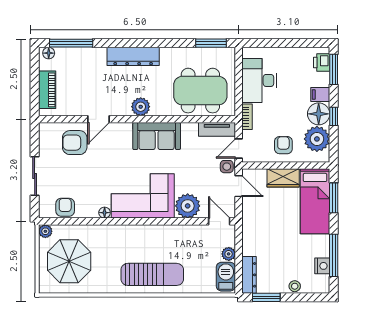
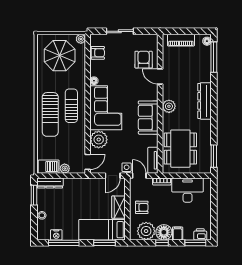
sun lounger: (140, 245) -> (71, 106), added

